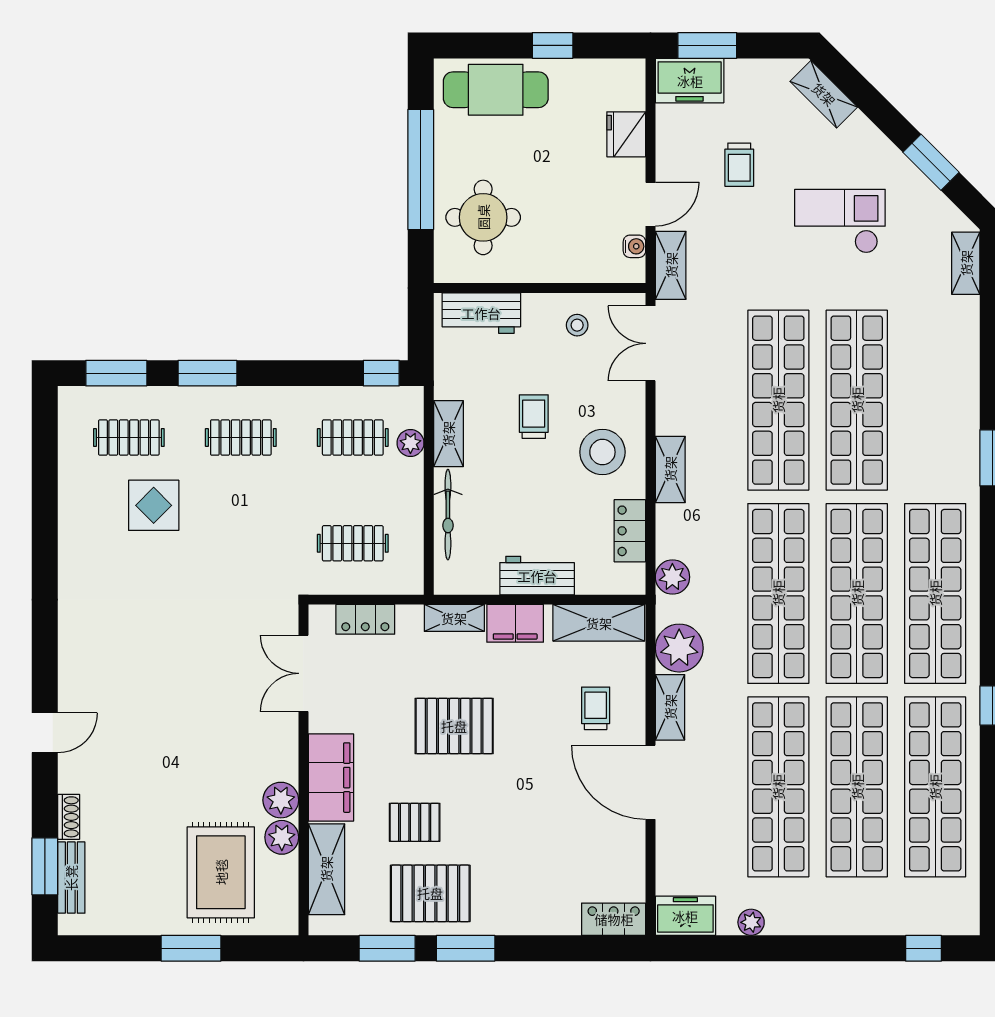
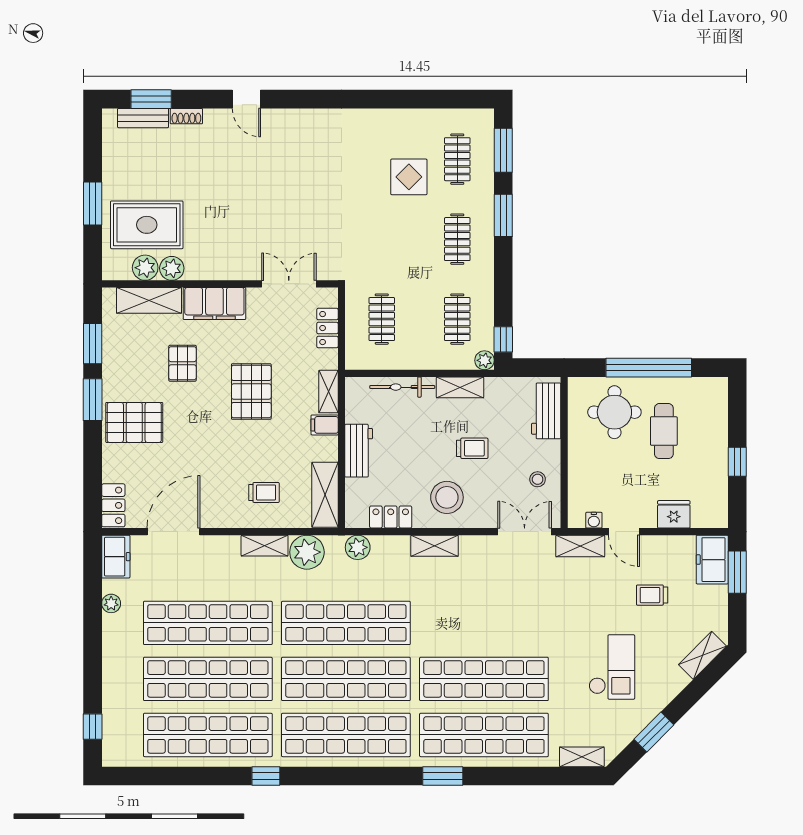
cafe table: (496, 90) -> (664, 431), moved, width x0.73, depth x0.74
shop shelf: (778, 400) -> (484, 735), moved
plant: (410, 443) -> (484, 360), moved
filing cabinet: (515, 623) -> (325, 425), width x0.50
door: (650, 782) -> (174, 532), moved
plant: (281, 800) -> (145, 268), moved
pallet: (430, 893) -> (134, 422), moved, turned 90

